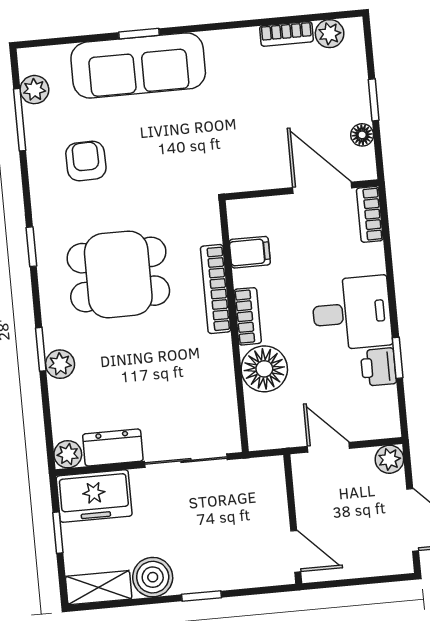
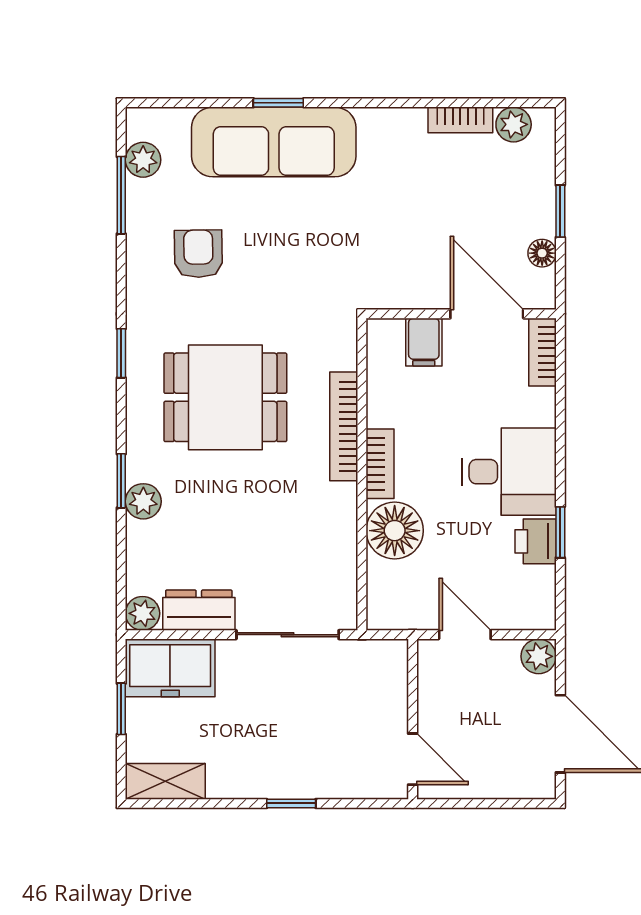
filing cabinet: (250, 252) -> (424, 342), moved, turned 90
boiler: (153, 577) -> (233, 775), removed

